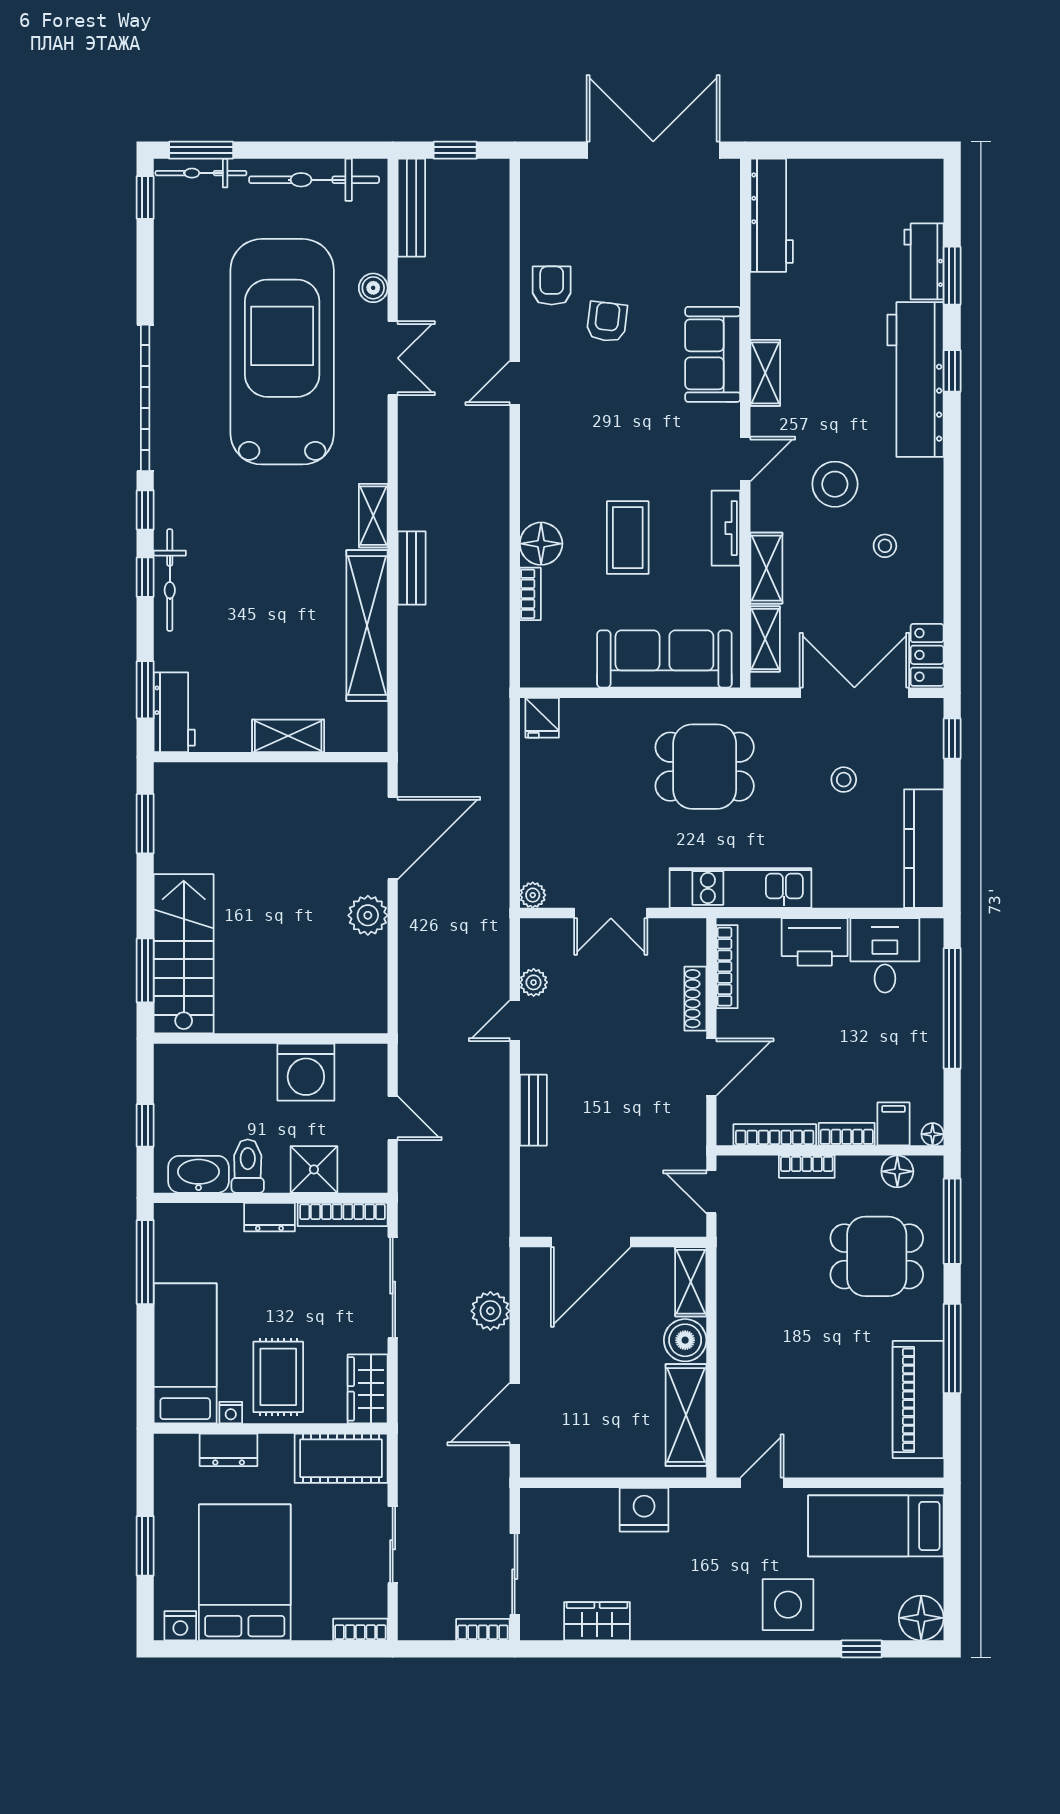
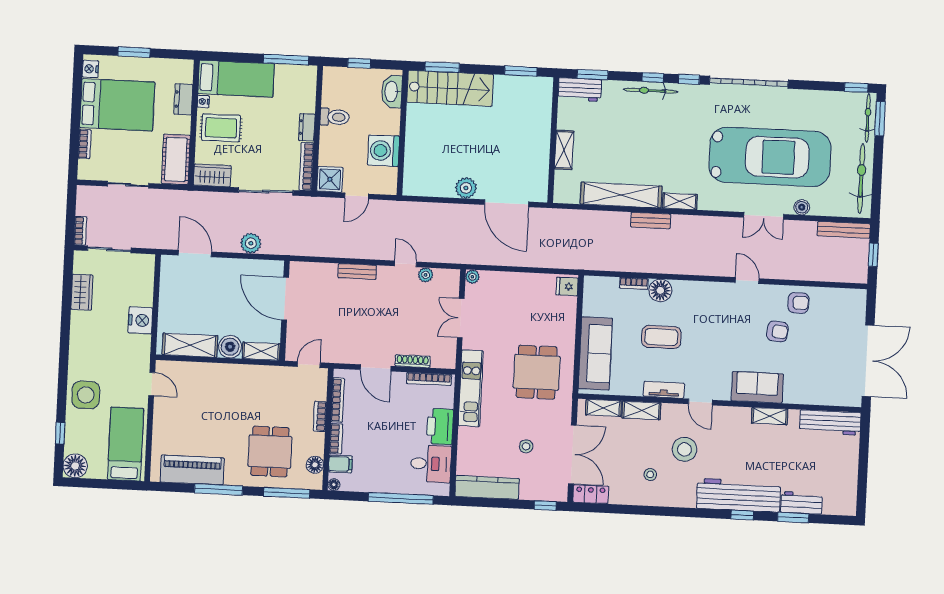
shelving: (765, 373) -> (770, 416), moved
shower: (314, 1169) -> (330, 179), moved
washbasin: (198, 1174) -> (392, 92), moved, turned 180
bookcase: (360, 1629) -> (85, 144), moved

